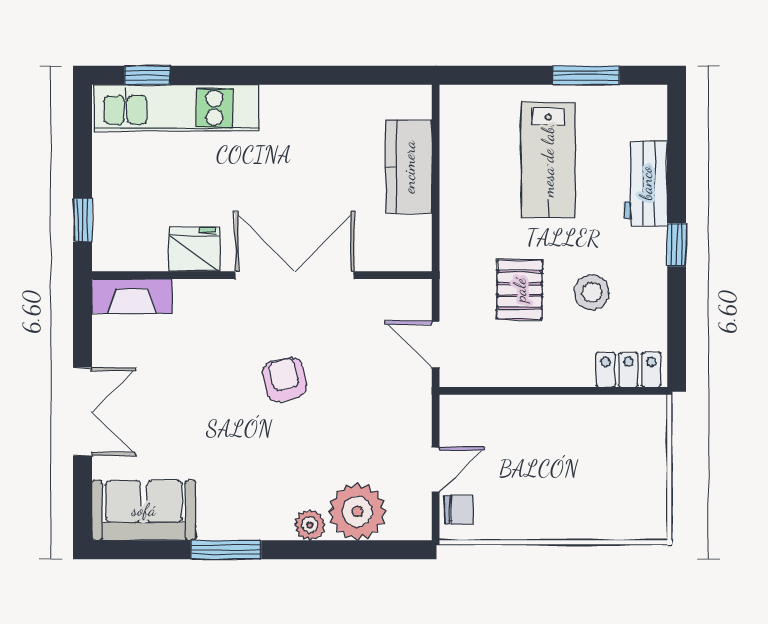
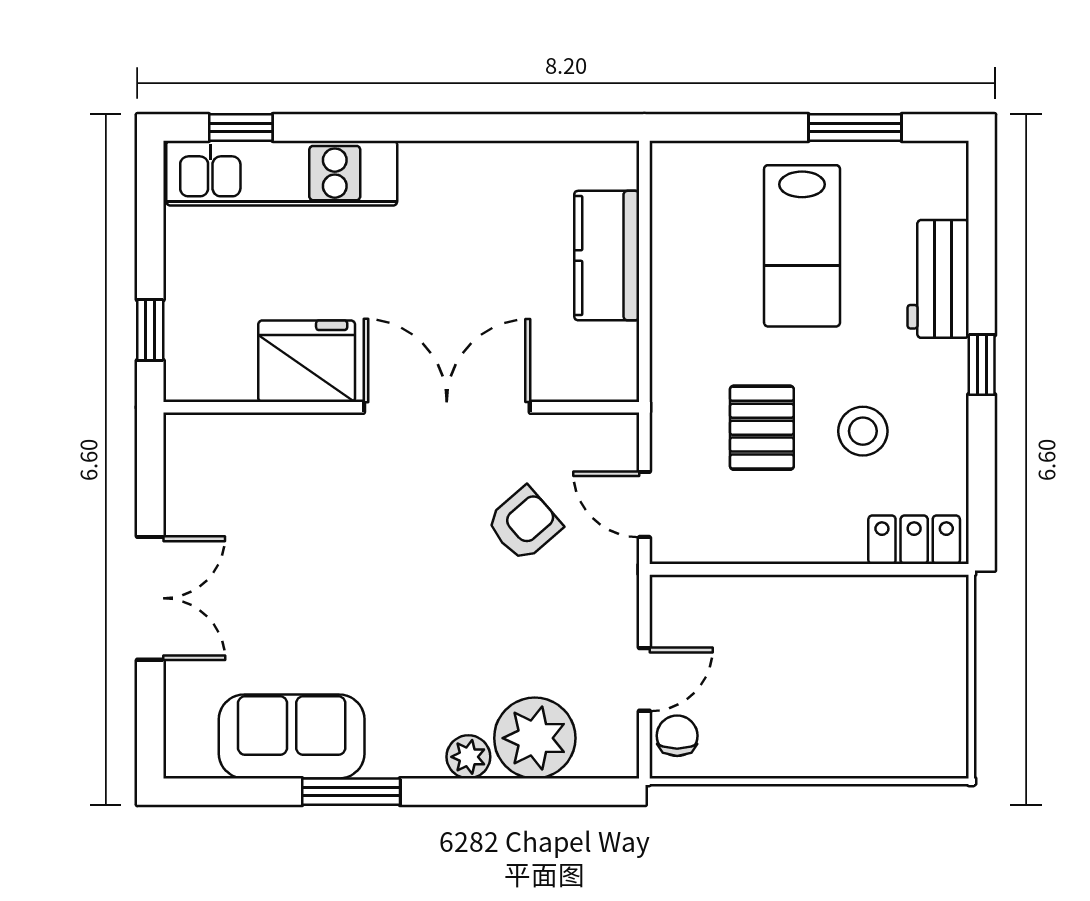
fridge: (194, 250) -> (307, 361), width x1.36, depth x1.34
fireplace: (132, 296) -> (219, 436), removed
armchair: (285, 379) -> (524, 524), moved, turned 62
sofa: (144, 510) -> (292, 736), moved
chair: (459, 510) -> (677, 736), turned -90

